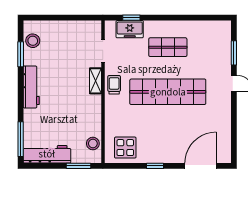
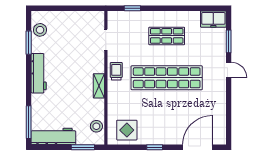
freezer: (130, 29) -> (213, 19), moved
shelving: (95, 81) -> (99, 86), moved

